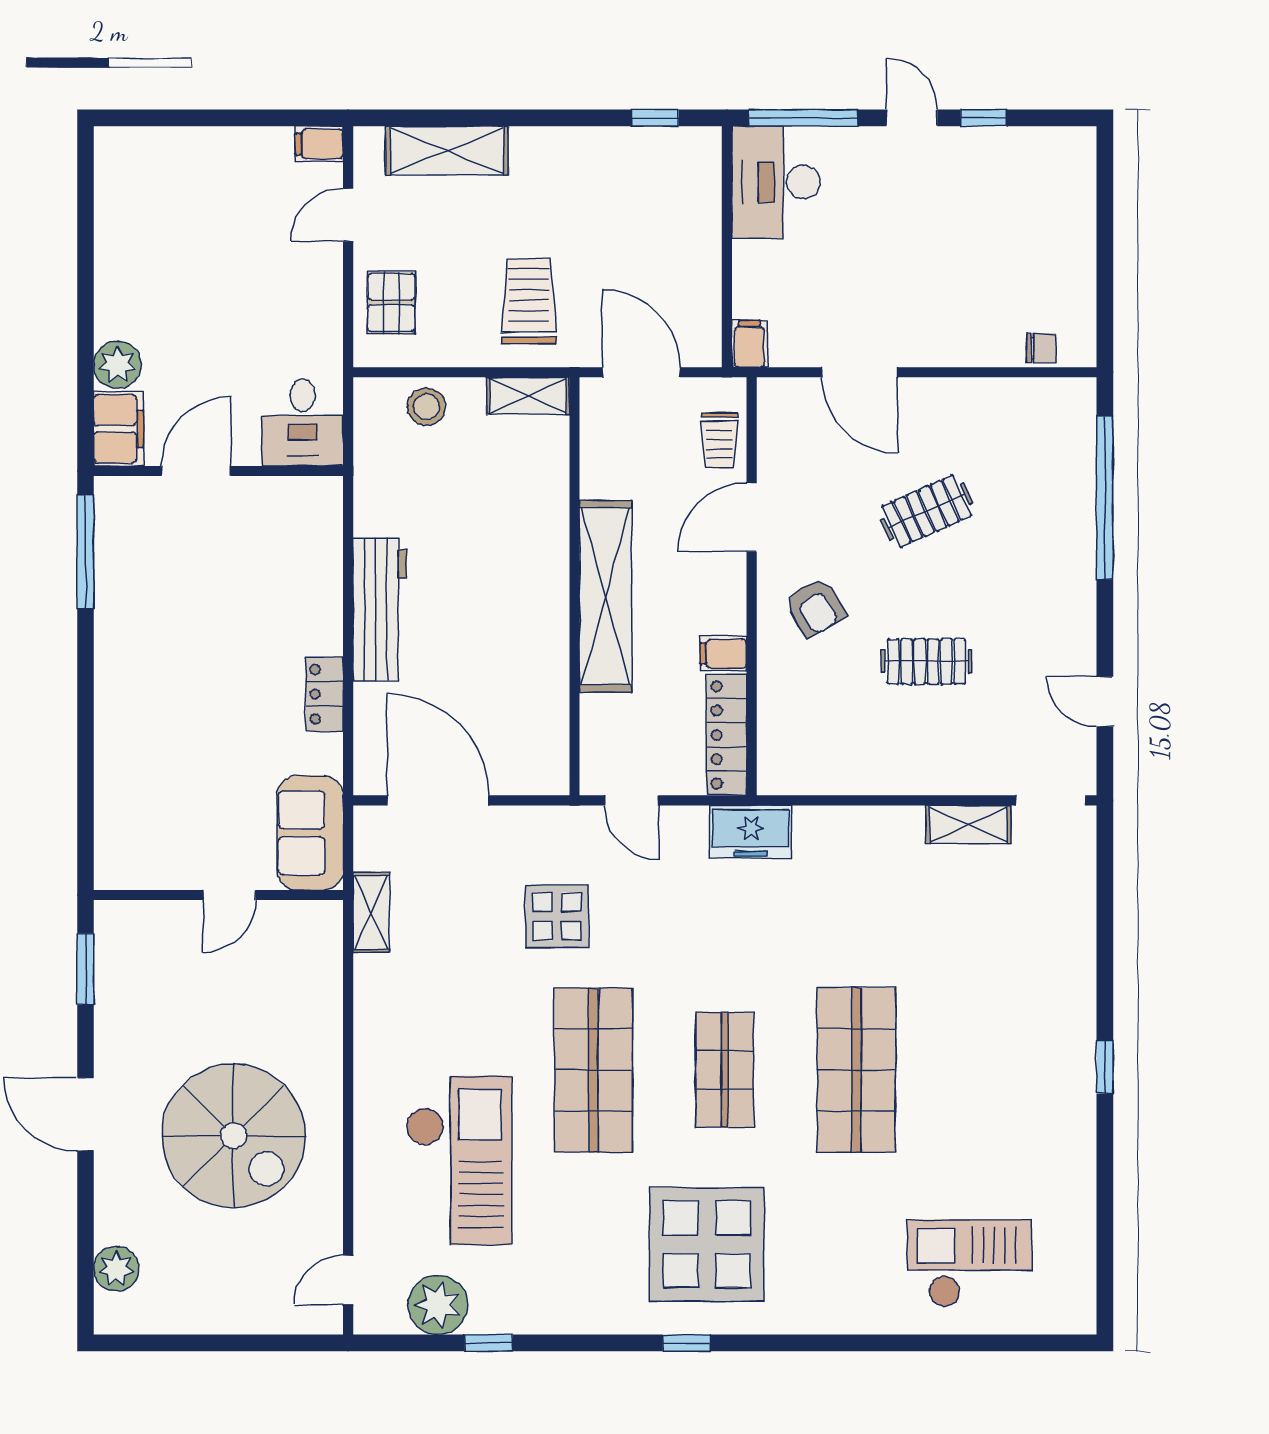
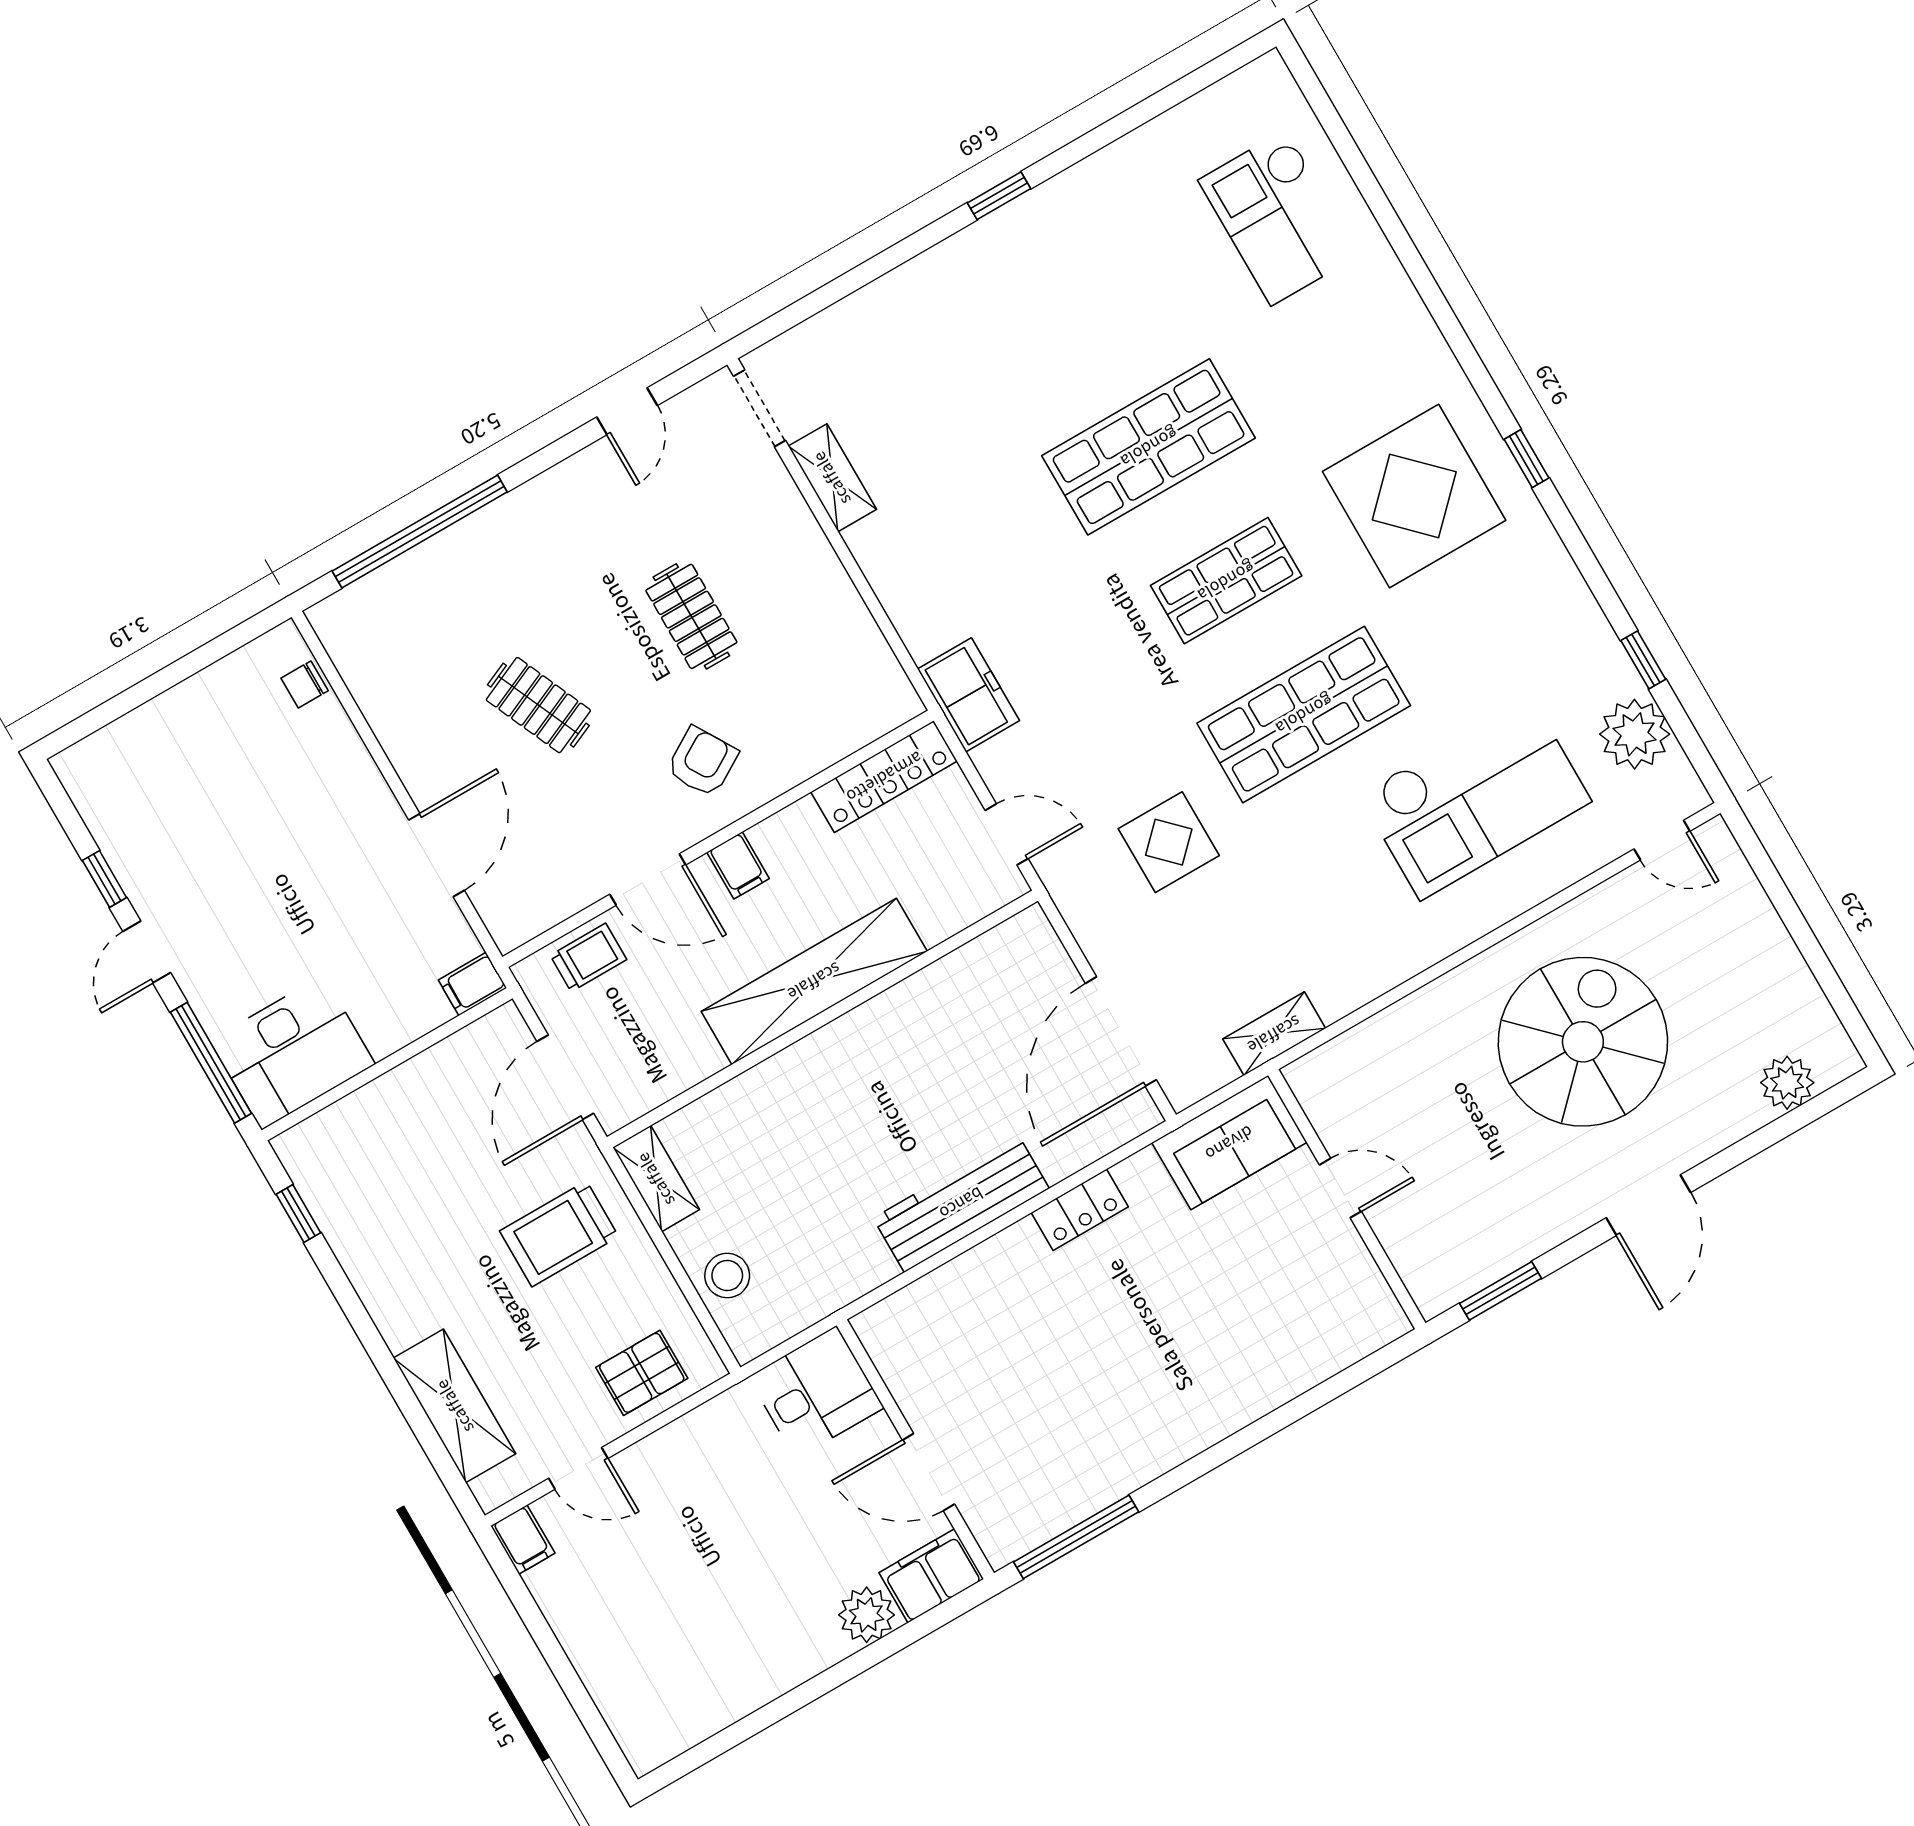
chair: (1041, 348) -> (305, 684), turned -90
filing cabinet: (723, 654) -> (738, 865), moved
door: (632, 800) -> (1007, 834), hinge flipped
checkout: (459, 1161) -> (1475, 798), turned 180

